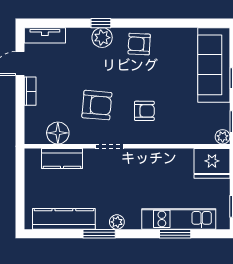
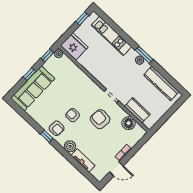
window: (101, 23) -> (47, 136), moved
tv unit: (45, 35) -> (83, 160), moved
armchair: (144, 111) -> (73, 115), moved
window: (99, 234) -> (144, 55), moved
window: (175, 234) -> (119, 31), removed

